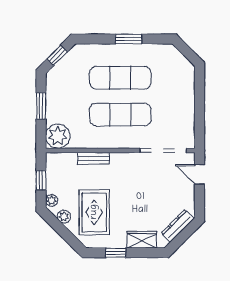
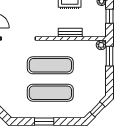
window: (41, 106) -> (109, 56), moved
plant: (58, 136) -> (101, 45), width x0.53, depth x0.53

